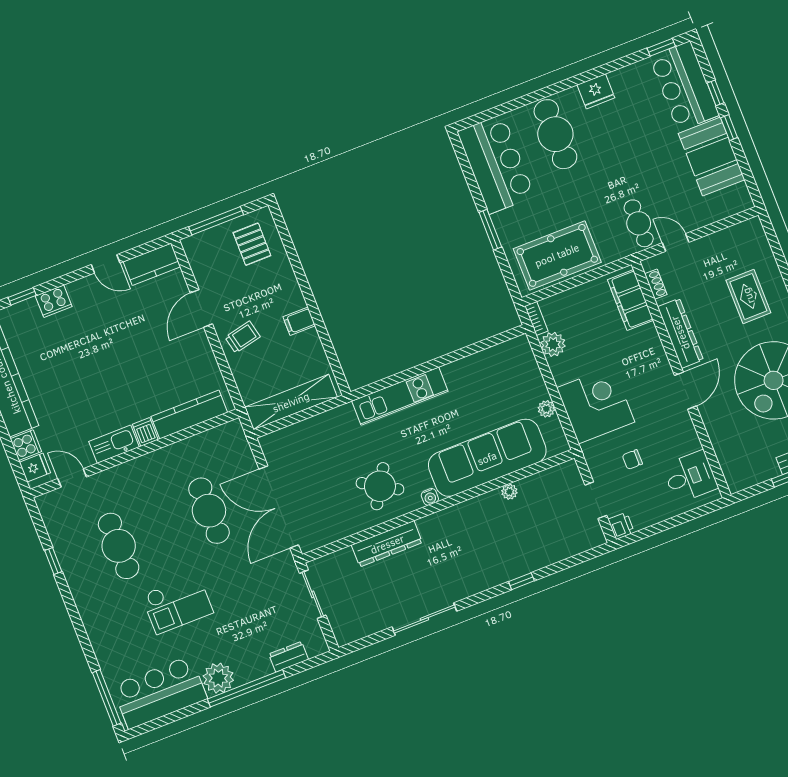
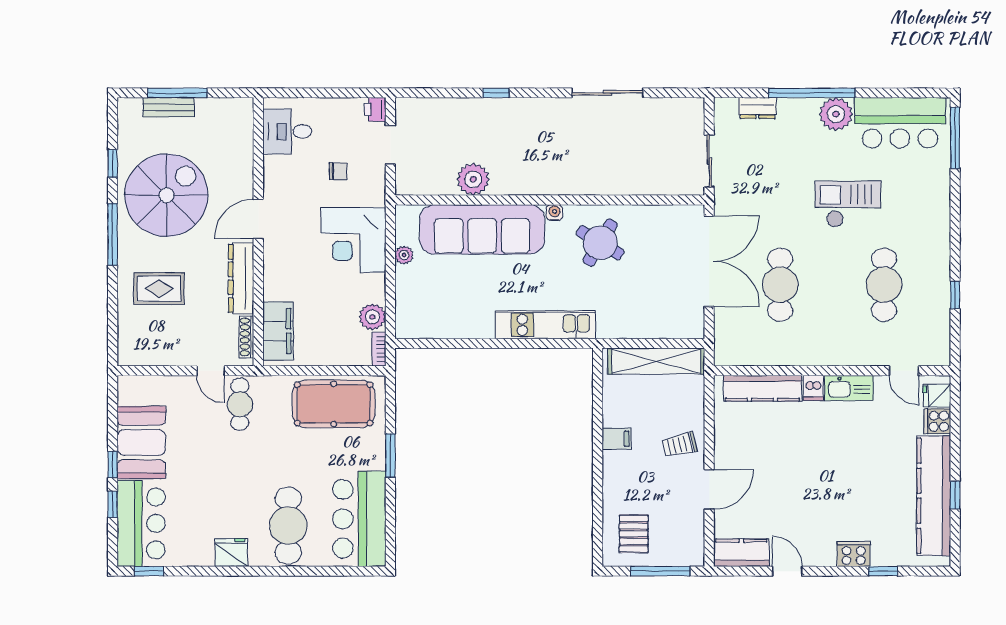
shoe rack: (656, 284) -> (247, 337), width x1.43
rug: (748, 296) -> (159, 289), turned 90
plant: (509, 492) -> (473, 179), width x1.87, depth x1.87
dresser: (387, 544) -> (616, 183), removed

